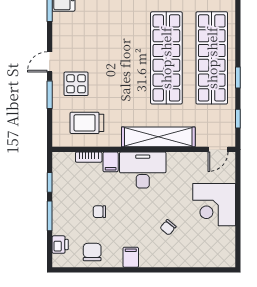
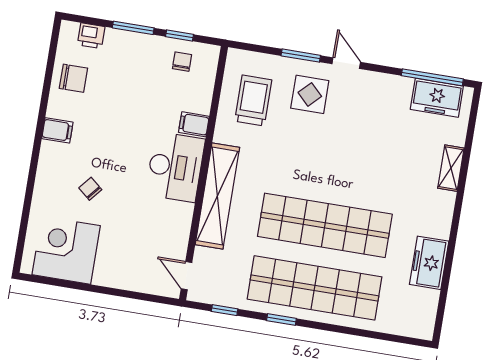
bookcase: (89, 157) -> (205, 95), removed
corner desk: (214, 205) -> (66, 250), moved
chair: (99, 212) -> (182, 62), moved

